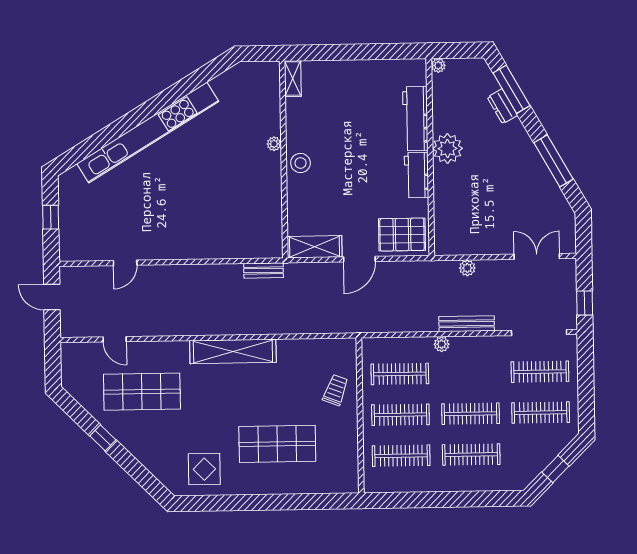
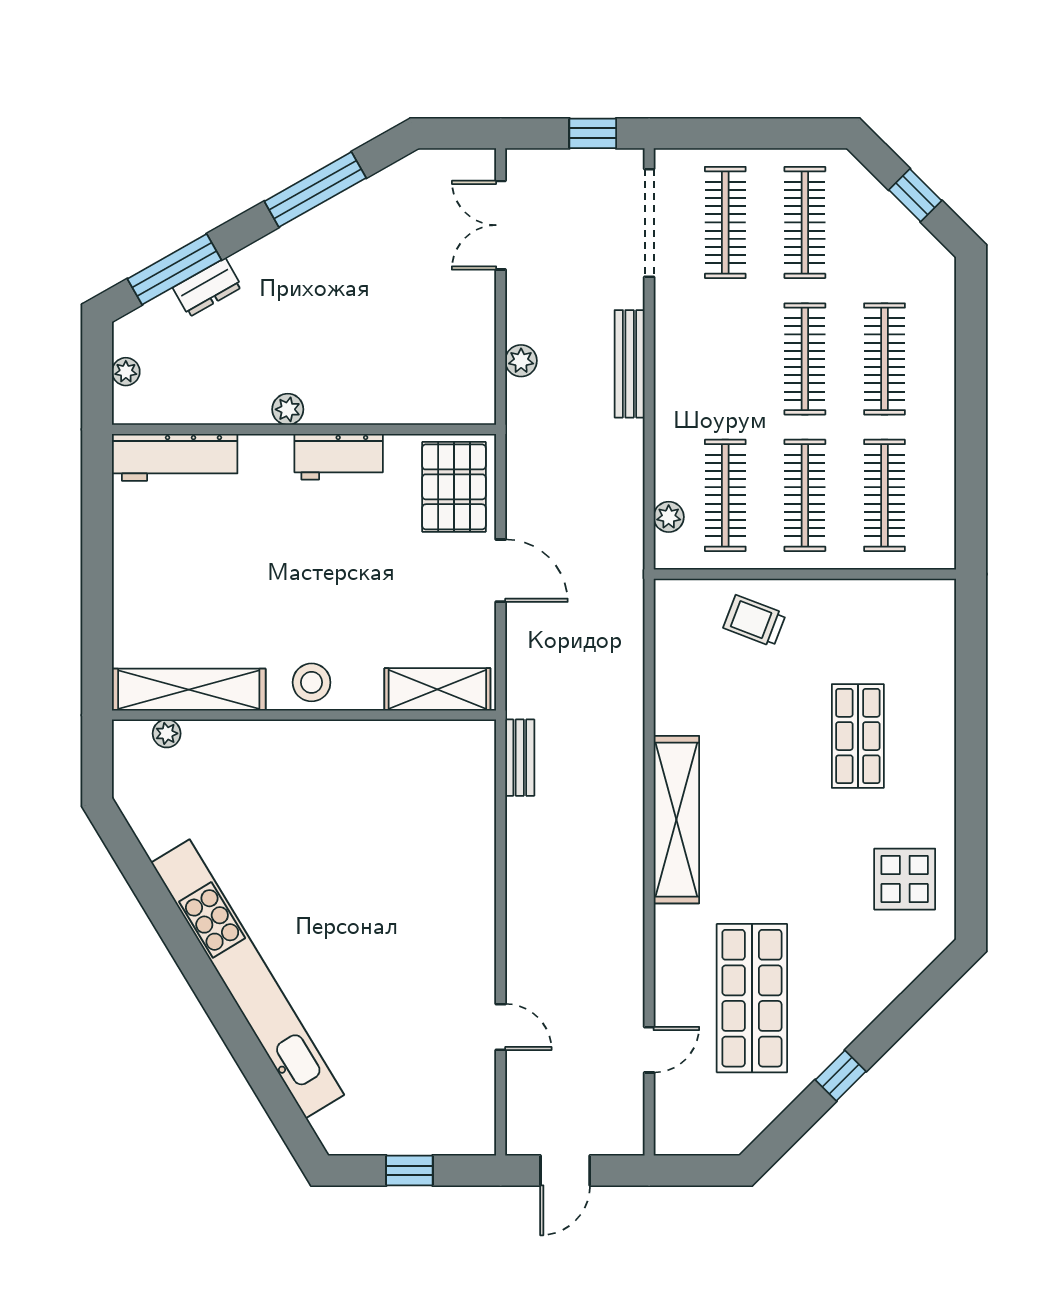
plant: (438, 65) -> (126, 372), moved
shelving: (293, 79) -> (189, 690), width x2.20, depth x1.33
workbench: (415, 119) -> (175, 457), moved
plant: (274, 144) -> (167, 733), moved
plant: (447, 149) -> (288, 409), width x0.53, depth x0.53
shelving: (315, 247) -> (437, 689), moved, turned 90
plant: (442, 344) -> (669, 517), moved
shop shelf: (277, 444) -> (858, 736), width x0.70, depth x0.74

